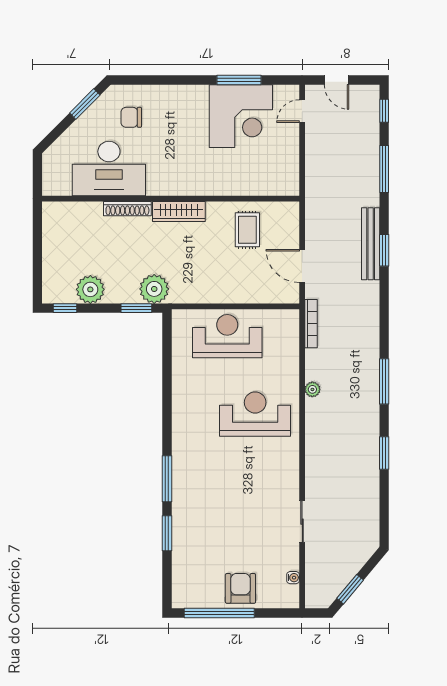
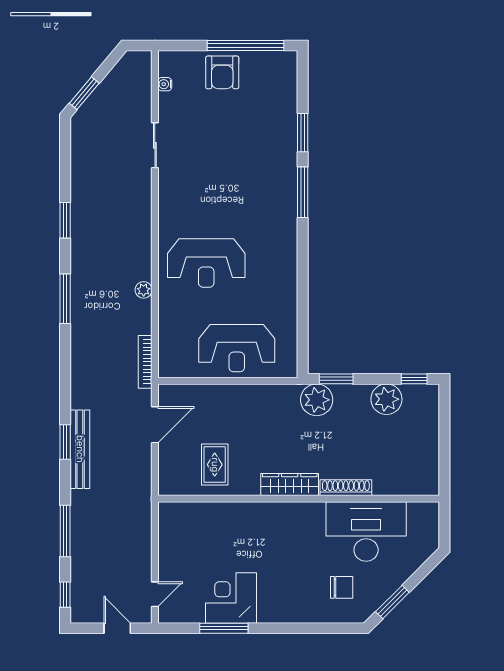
corner desk: (241, 116) -> (231, 598), width x0.74, depth x0.74
door: (302, 266) -> (155, 425), hinge flipped
window: (350, 589) -> (84, 93), moved

